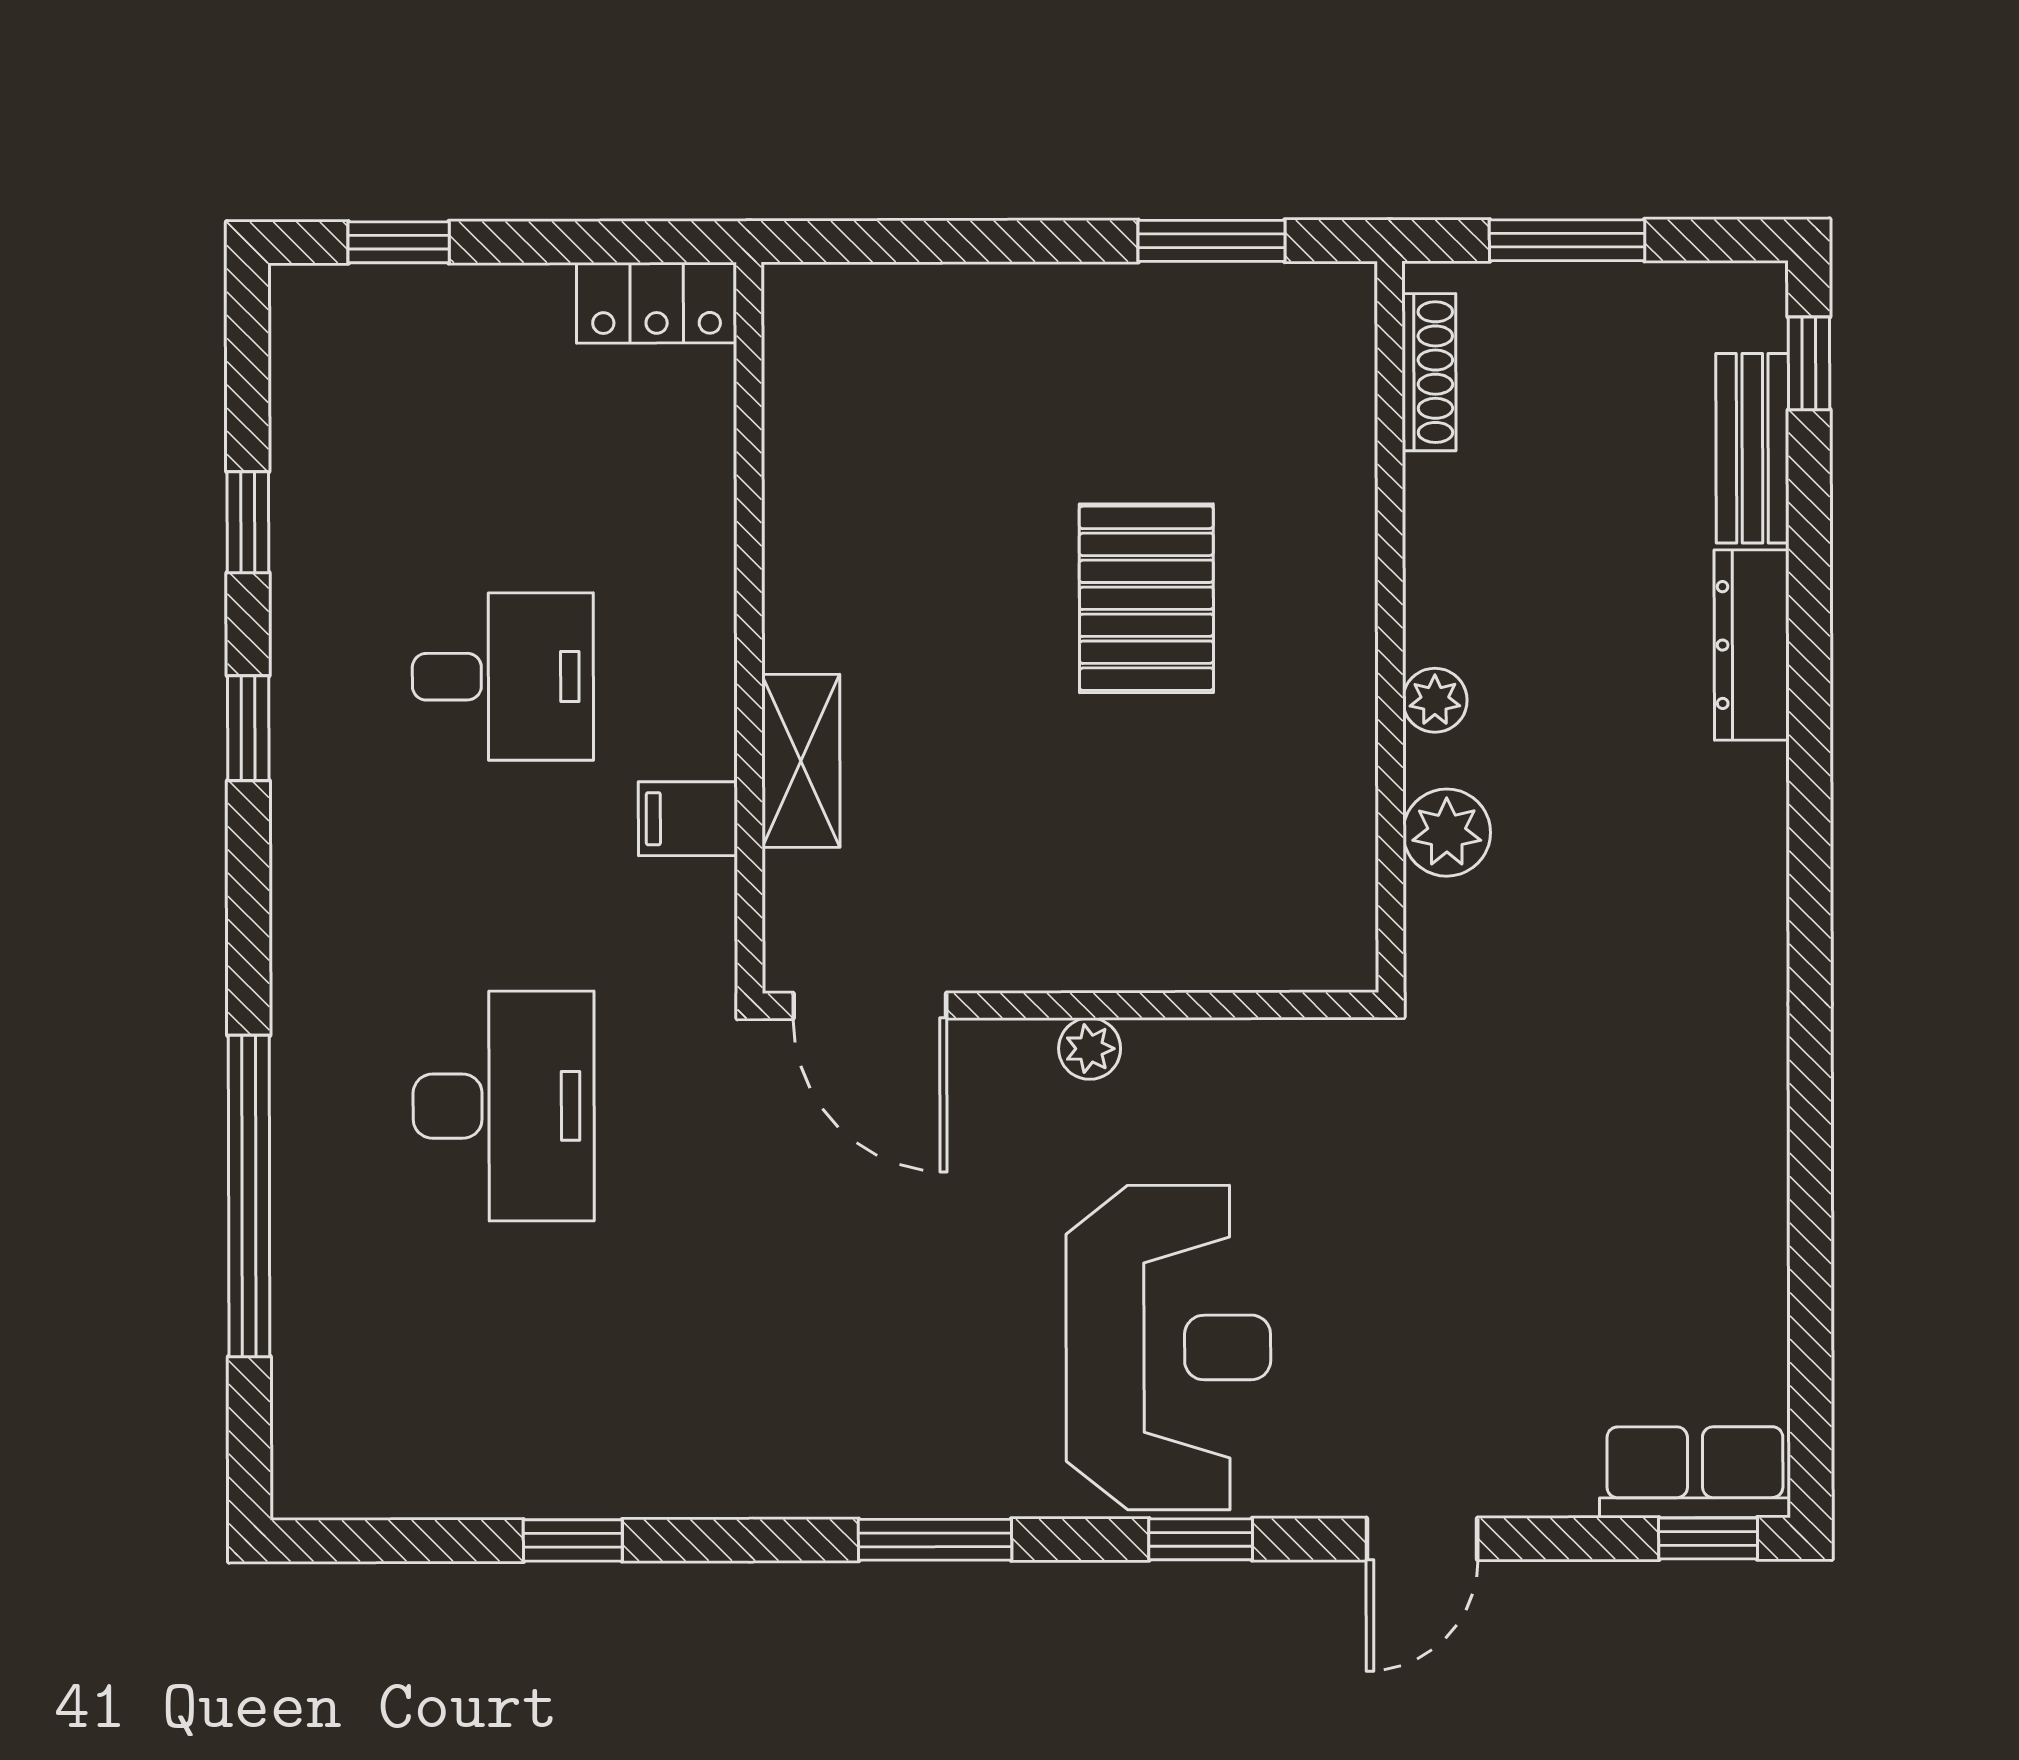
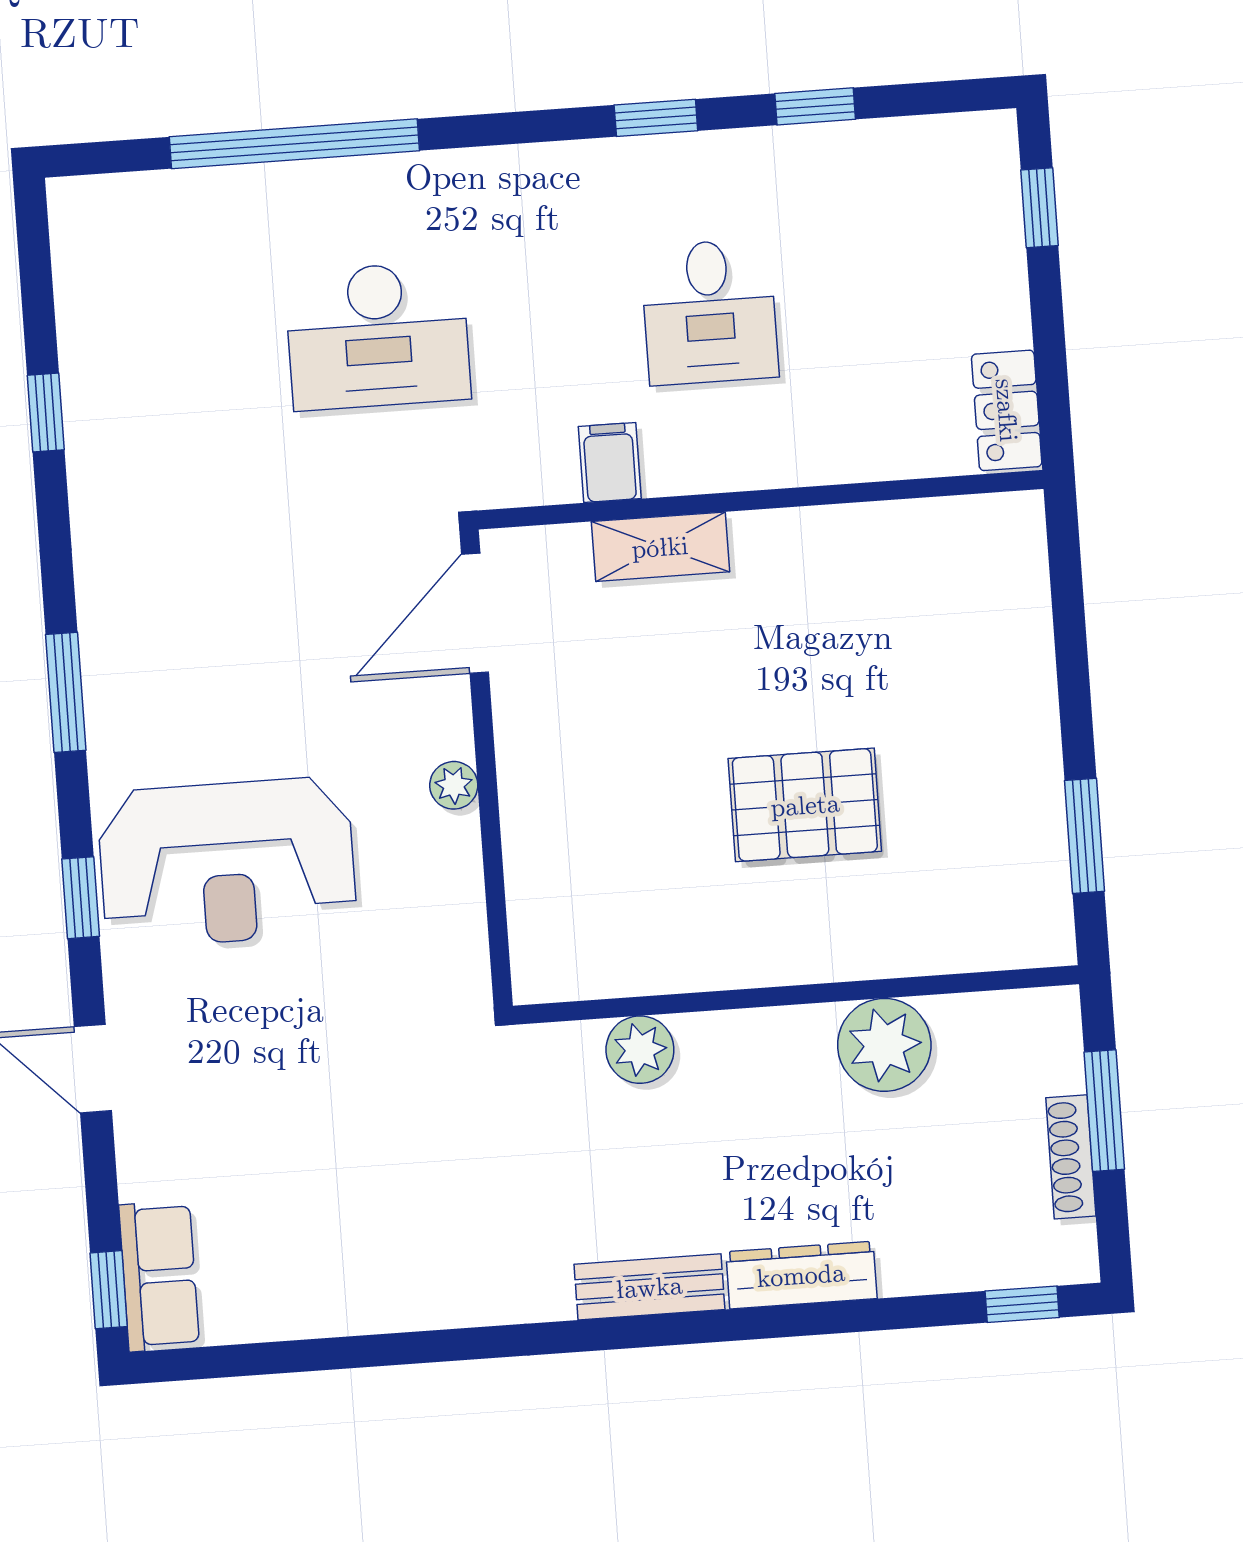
shoe rack: (1429, 372) -> (1071, 1157), moved, turned 90
bench: (1752, 448) -> (649, 1287), moved
plant: (1435, 700) -> (884, 1045), moved, width x1.88, depth x1.88

